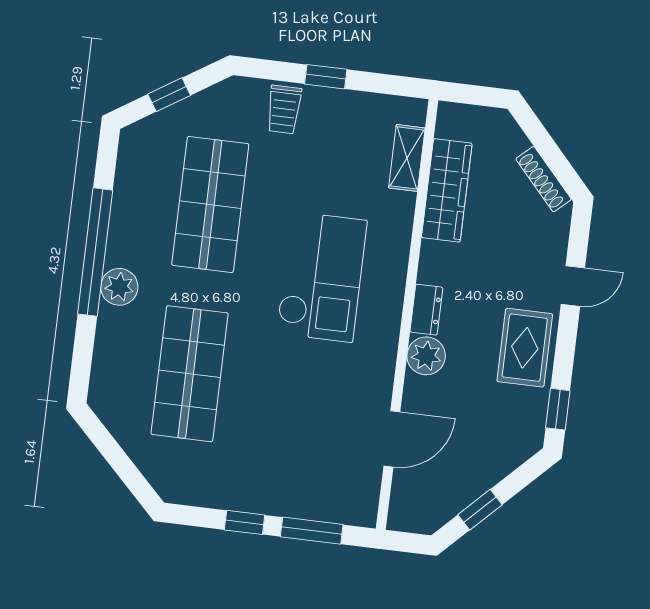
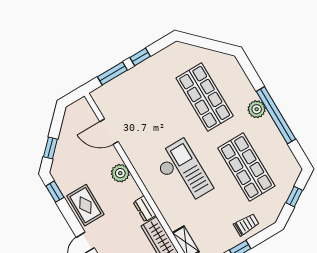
trolley: (284, 109) -> (246, 225), turned 90
checkout: (322, 277) -> (183, 172), turned 180
dresser: (426, 310) -> (145, 209), moved
door: (392, 439) -> (109, 132), hinge flipped
window: (480, 510) -> (50, 148), moved

